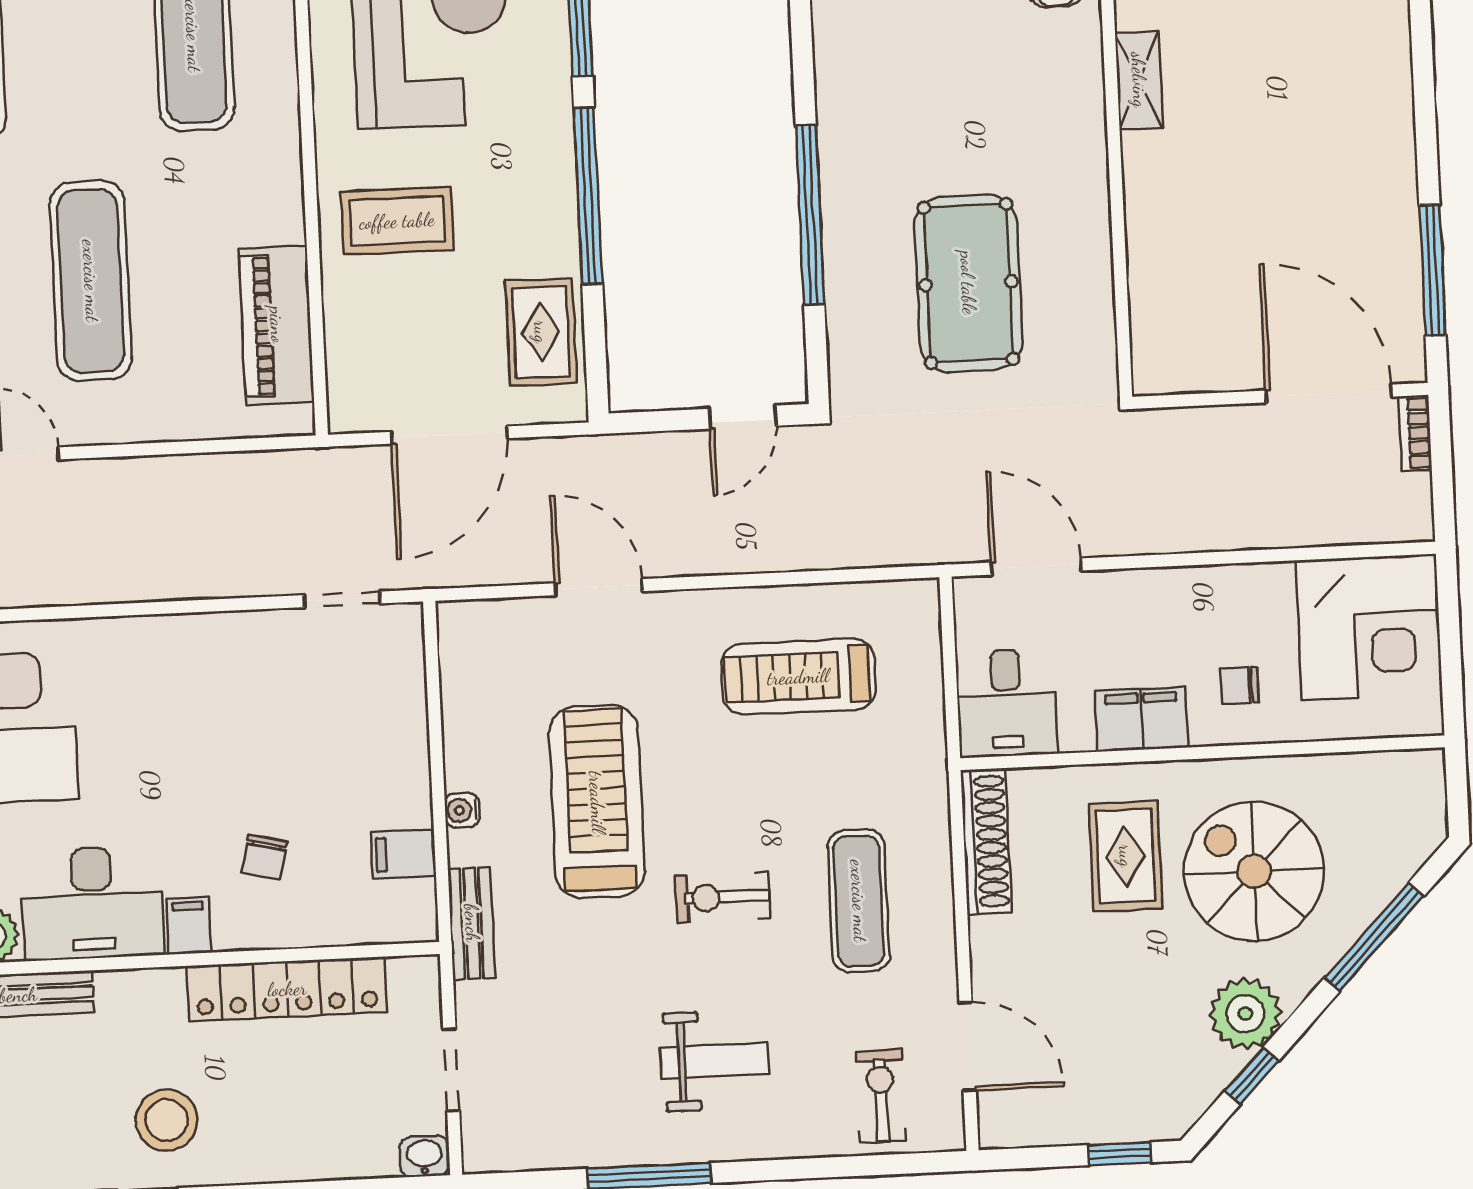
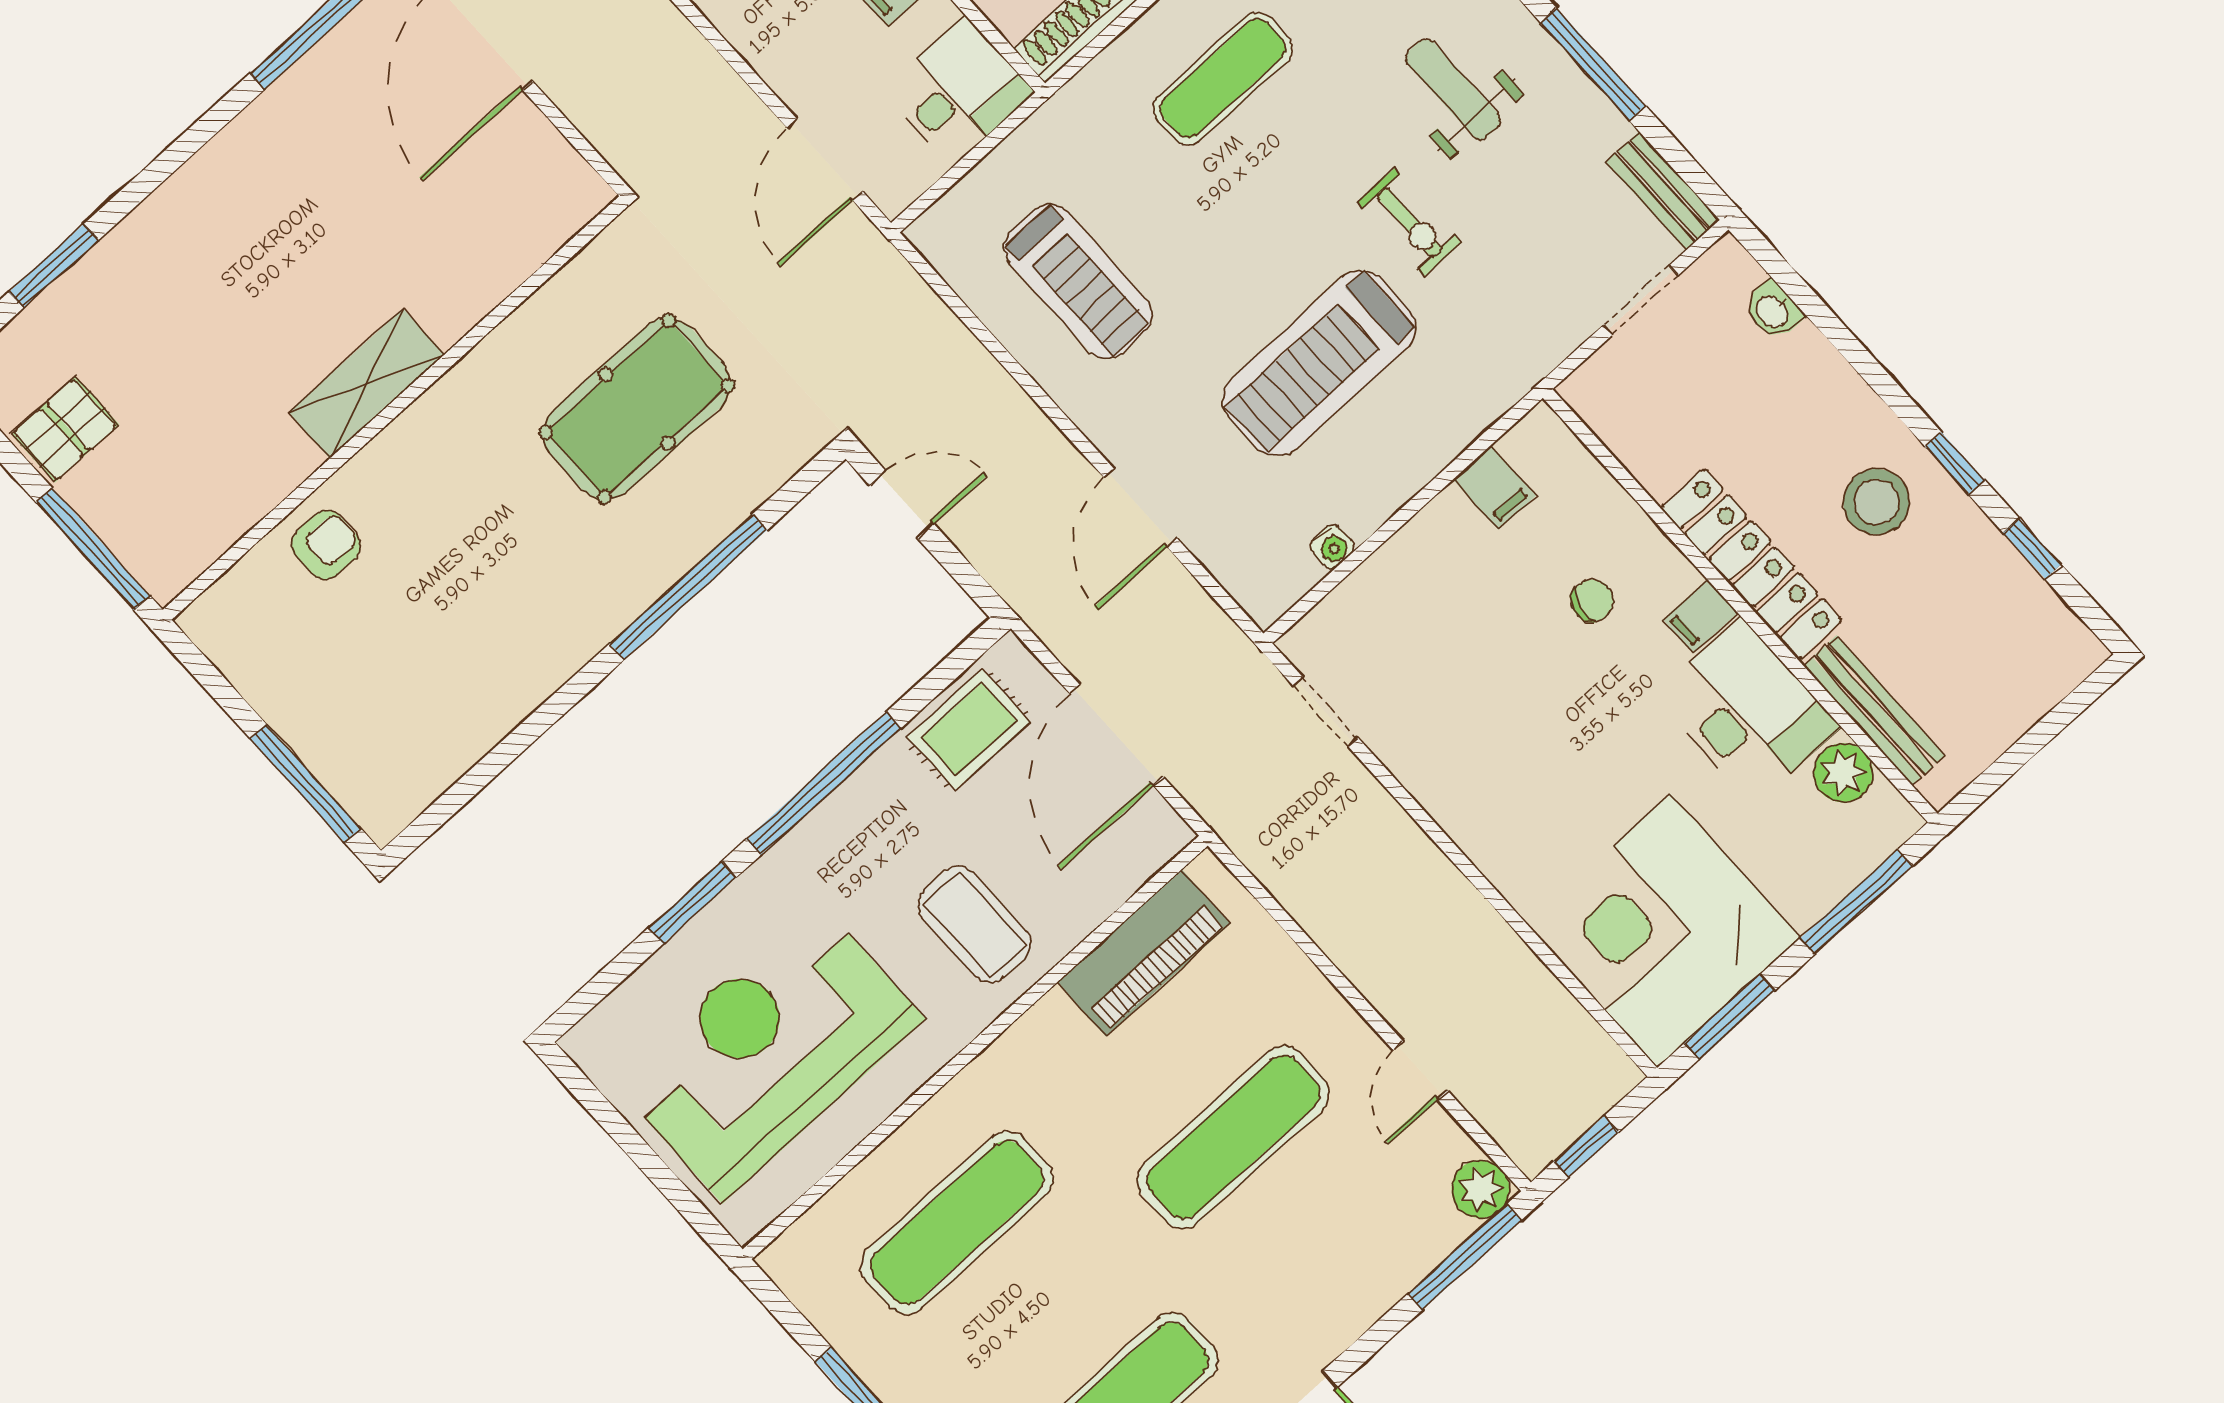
shelving: (1139, 80) -> (367, 383), width x1.50, depth x1.33
door: (449, 435) -> (1116, 735), swing flipped
water cooler: (462, 810) -> (1332, 547), moved
exercise bike: (723, 897) -> (1410, 222), moved
bench: (472, 923) -> (1663, 191), moved, turned 90
locker: (287, 989) -> (1751, 564), moved
washbasin: (424, 1156) -> (1773, 311), moved

